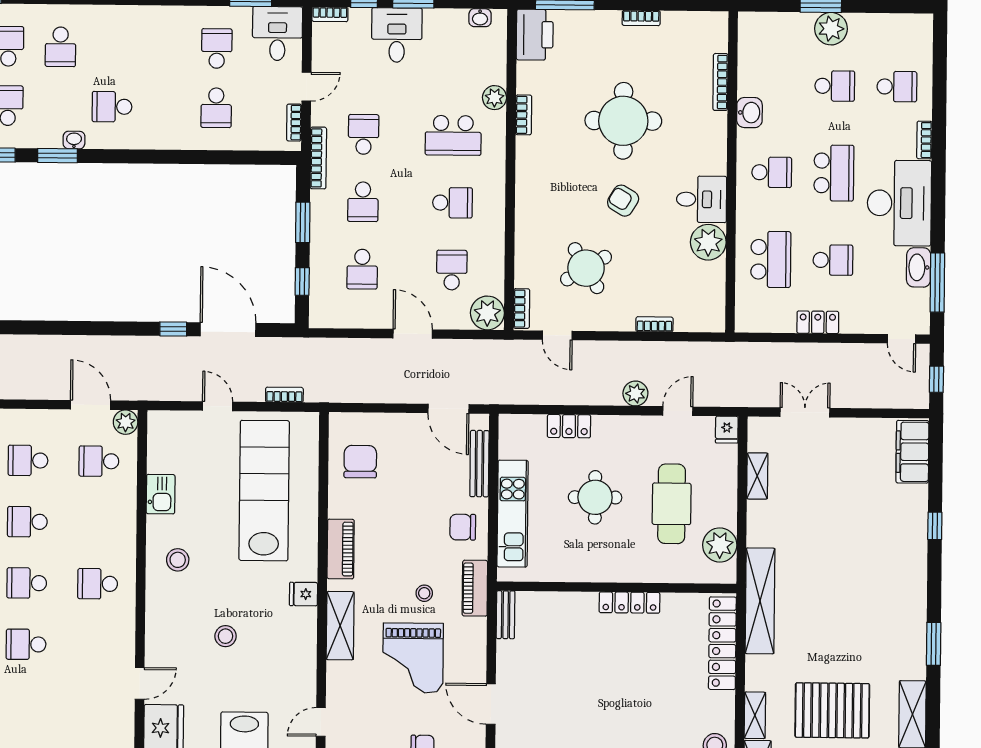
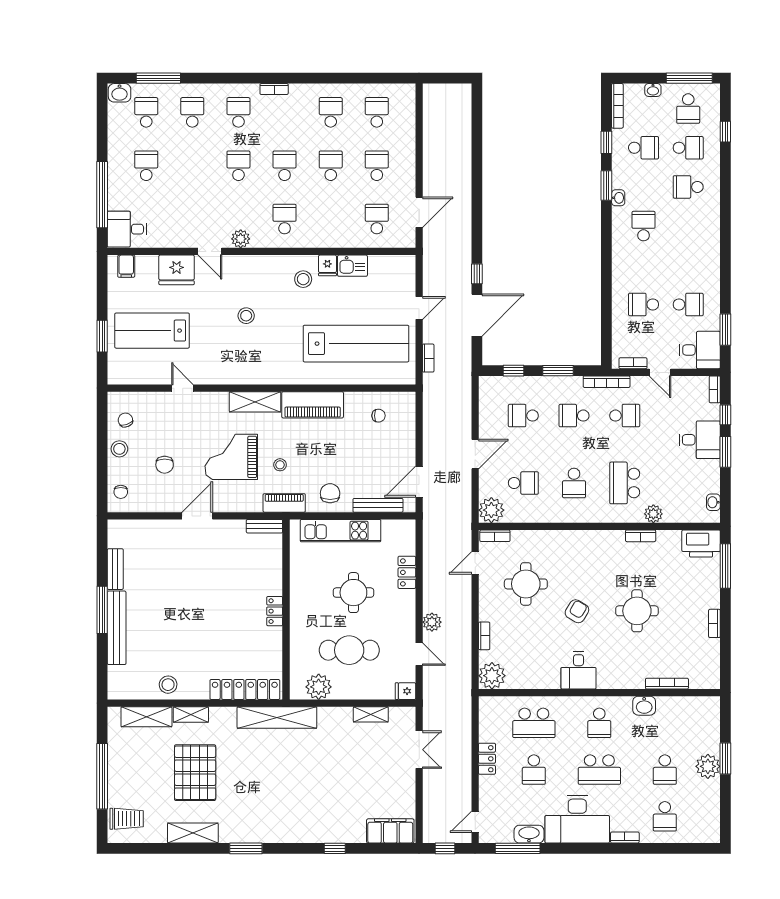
round table: (623, 121) -> (637, 611), width x0.73, depth x0.73
plant: (708, 242) -> (492, 676), moved
round table: (586, 268) -> (526, 584), turned 31
plant: (126, 422) -> (241, 239), moved
chair: (360, 462) -> (378, 416), width x0.54, depth x0.54
piano: (341, 549) -> (313, 405), width x1.37, depth x1.33
fridge: (304, 594) -> (327, 265), moved, turned 180
locker: (629, 602) -> (275, 611), width x0.66

